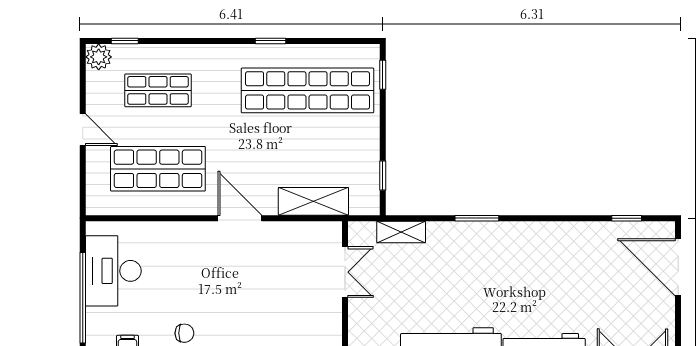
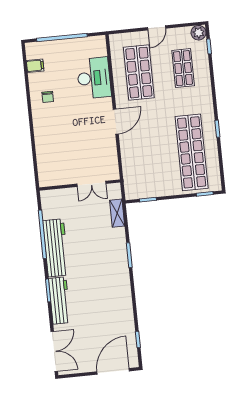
shelving: (313, 201) -> (129, 162), removed
desk: (113, 271) -> (94, 78), moved, turned 90

